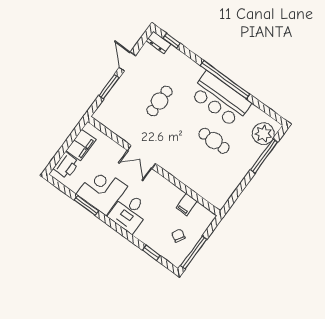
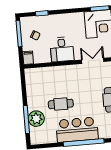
plant: (263, 134) -> (36, 119), moved
filing cabinet: (187, 204) -> (28, 58), moved
desk: (129, 212) -> (62, 49), moved, turned 180

